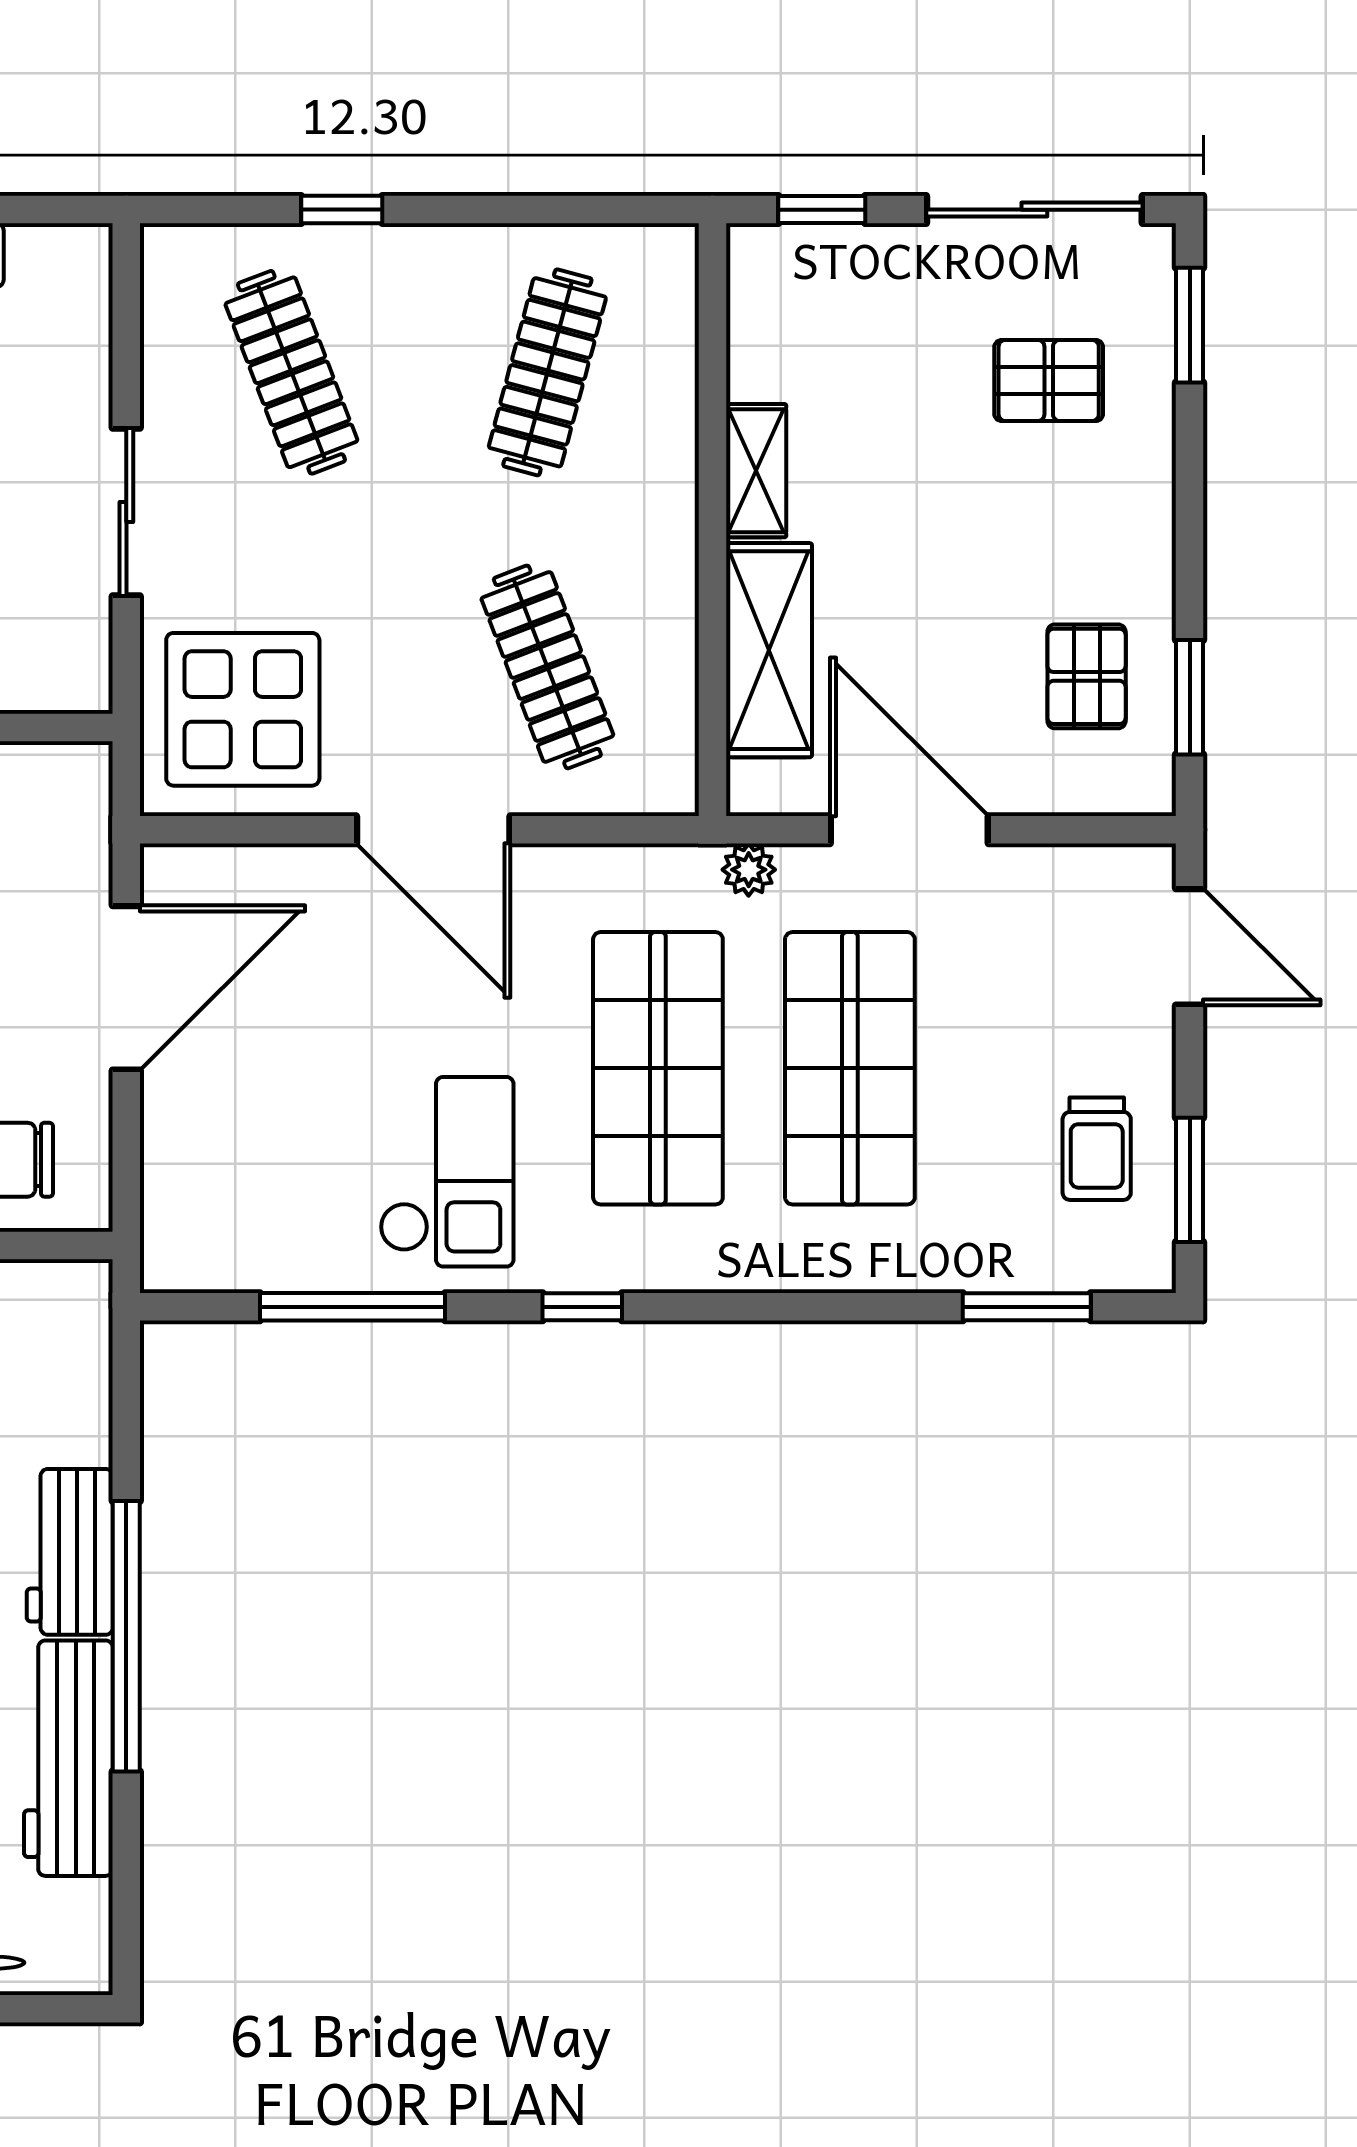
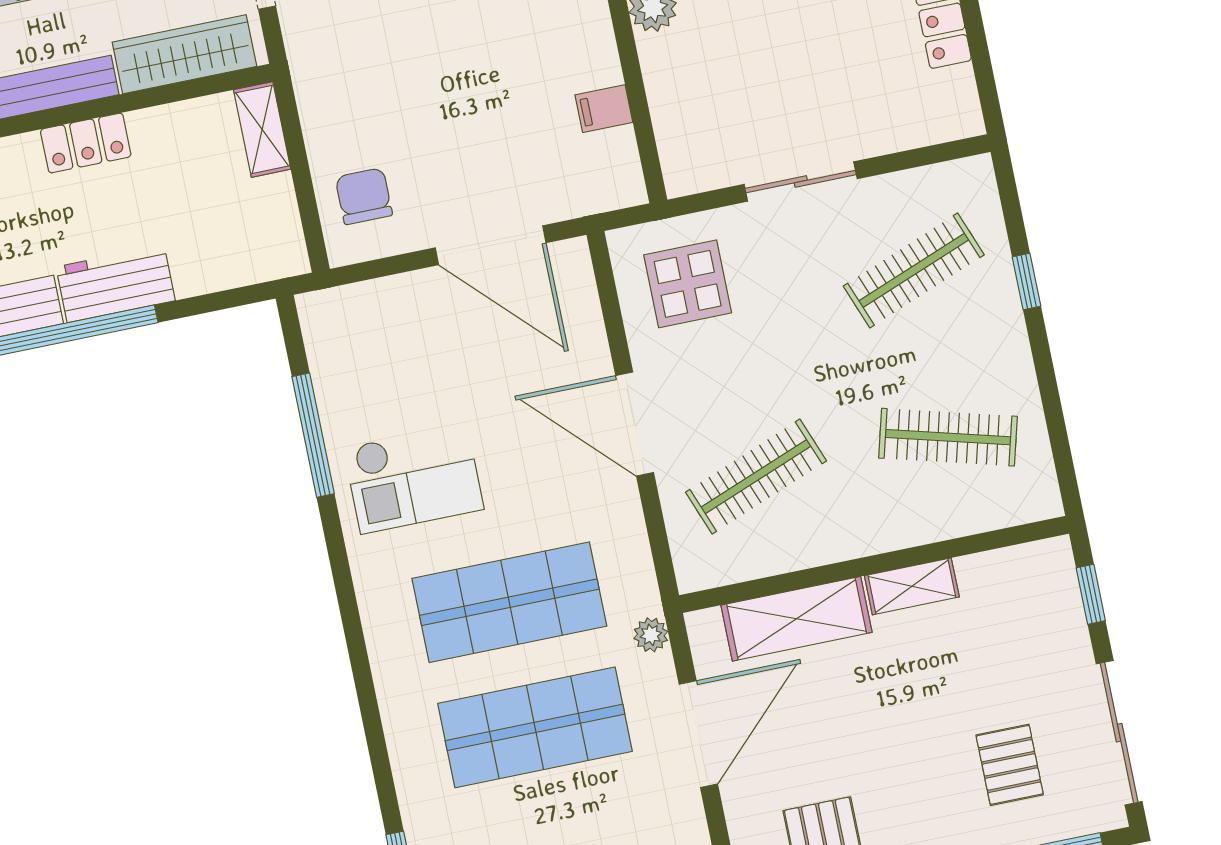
display table: (243, 709) -> (688, 284), width x0.73, depth x0.73
door: (433, 830) -> (635, 424), hinge flipped
window: (582, 1307) -> (344, 585), removed

